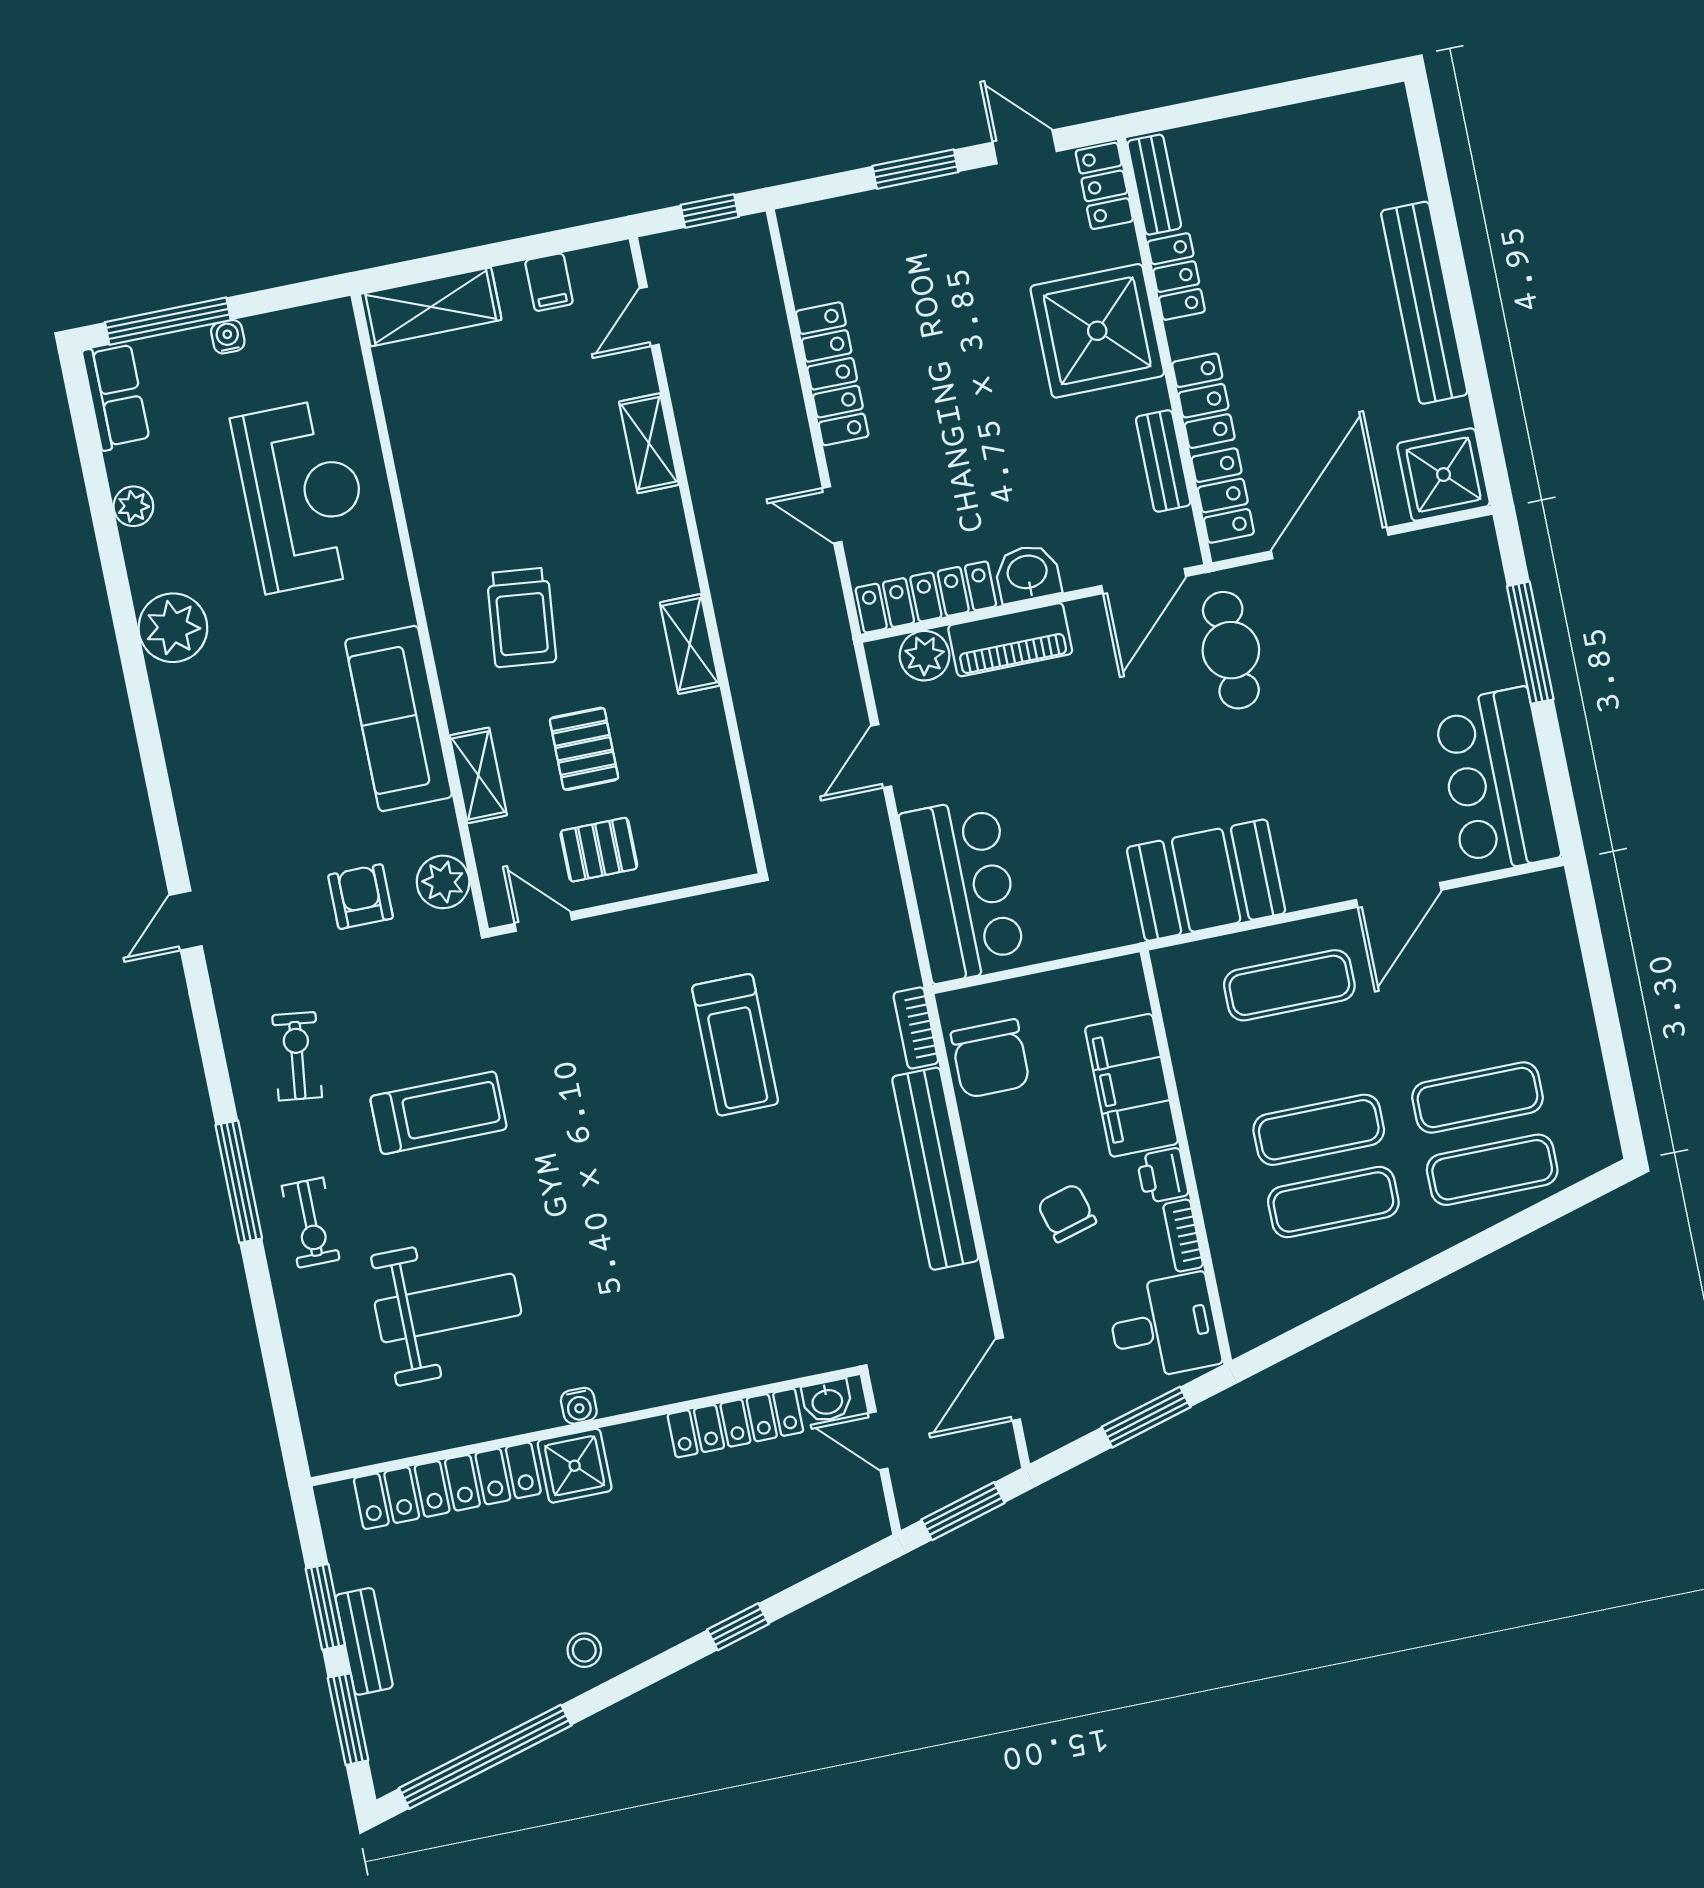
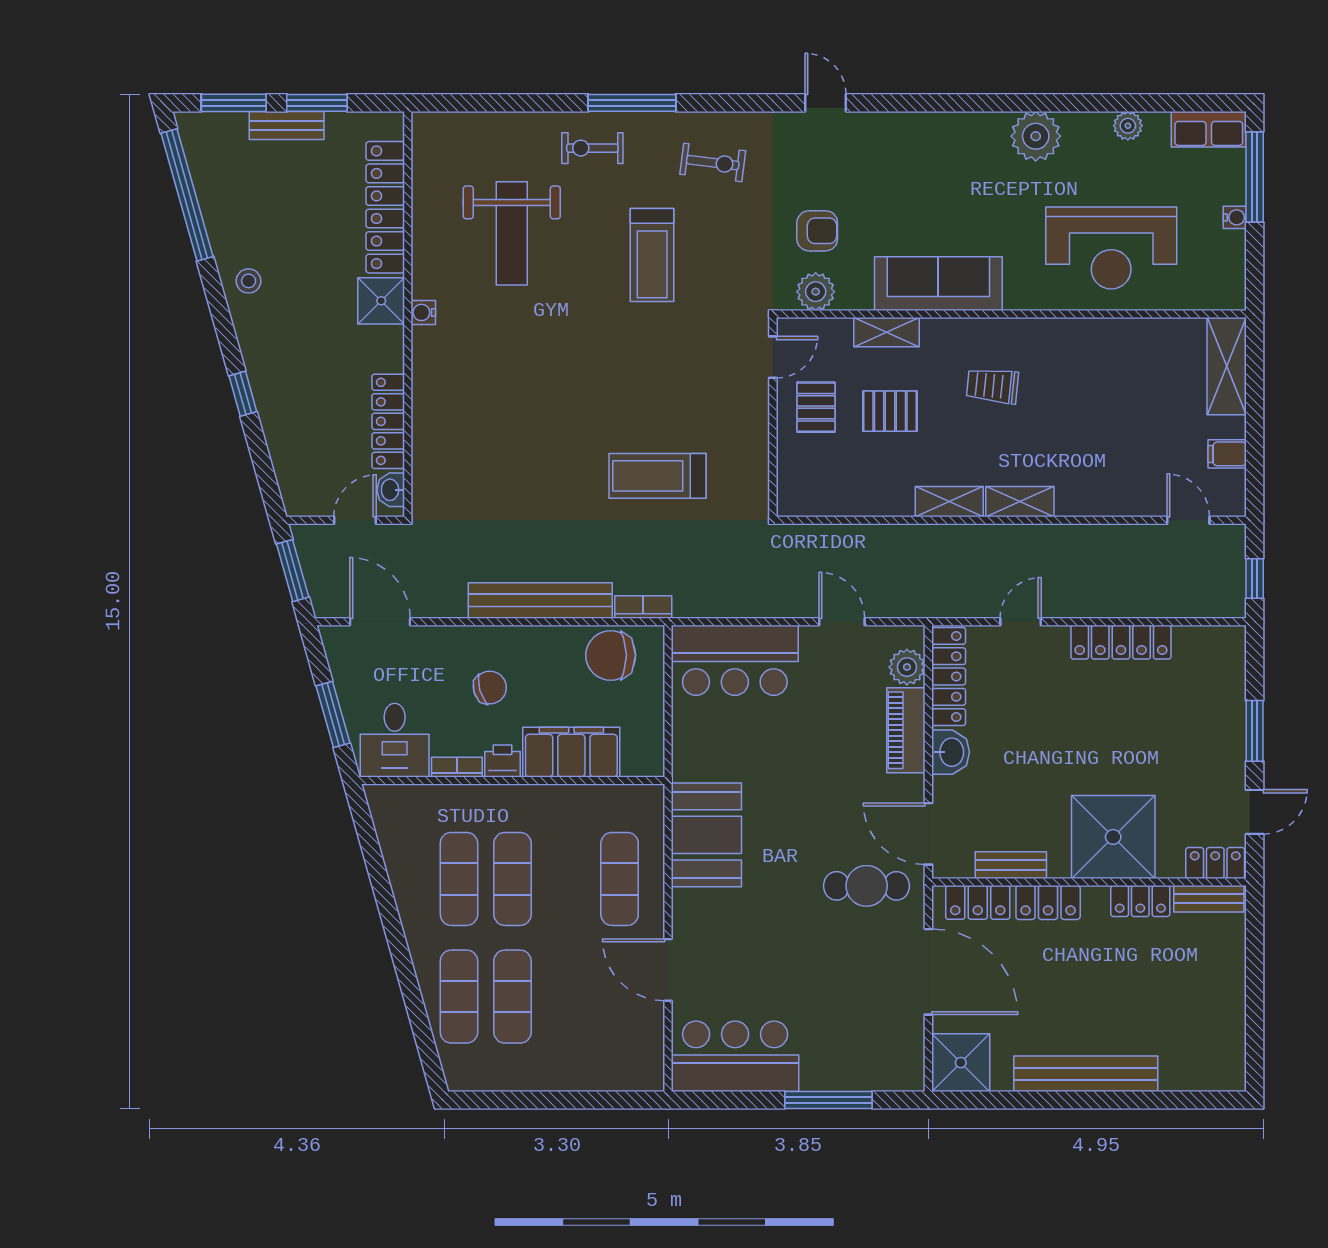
shelving: (649, 443) -> (1020, 502), moved
trolley: (521, 618) -> (992, 386), width x0.73, depth x0.72

